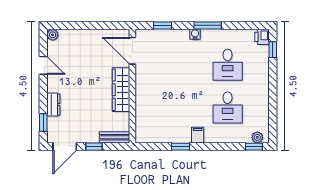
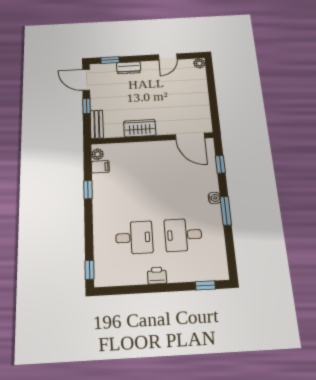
printer: (262, 37) -> (157, 276), moved
door: (132, 51) -> (190, 136), swing flipped
wardrobe: (121, 90) -> (140, 128), width x0.67
desk: (228, 107) -> (134, 238), turned 180
filing cabinet: (198, 135) -> (100, 167), moved
plant: (257, 137) -> (97, 154), moved

